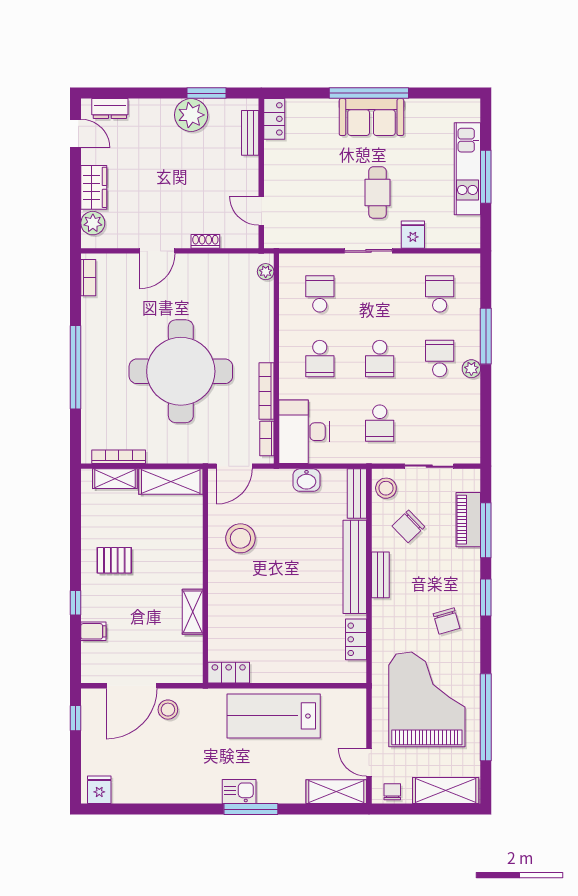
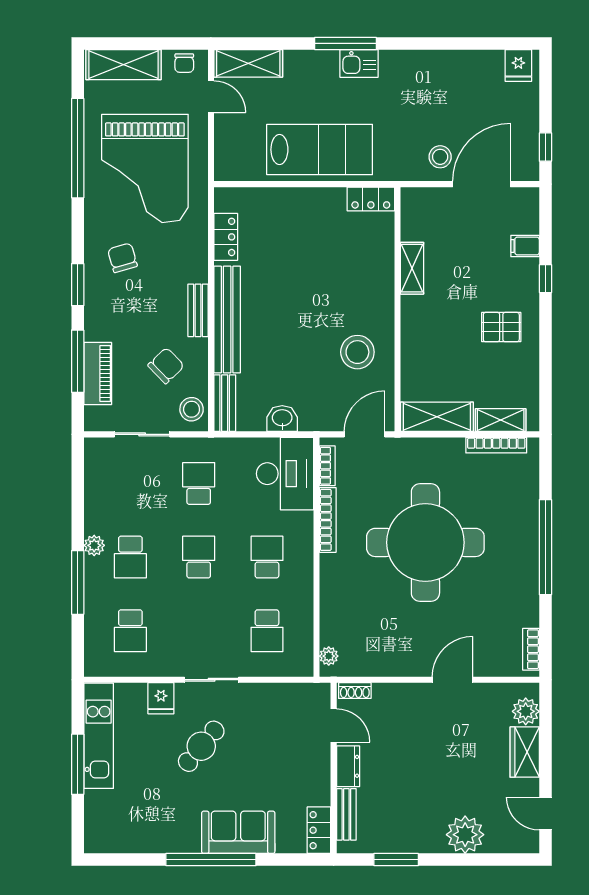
dresser: (110, 109) -> (348, 766), moved, turned 90
plant: (191, 115) -> (465, 835), moved
sofa: (371, 117) -> (238, 832), moved
kitchen unit: (467, 169) -> (99, 736), moved
cafe table: (377, 193) -> (201, 746), turned 40
shoe rack: (205, 241) -> (355, 691), moved

